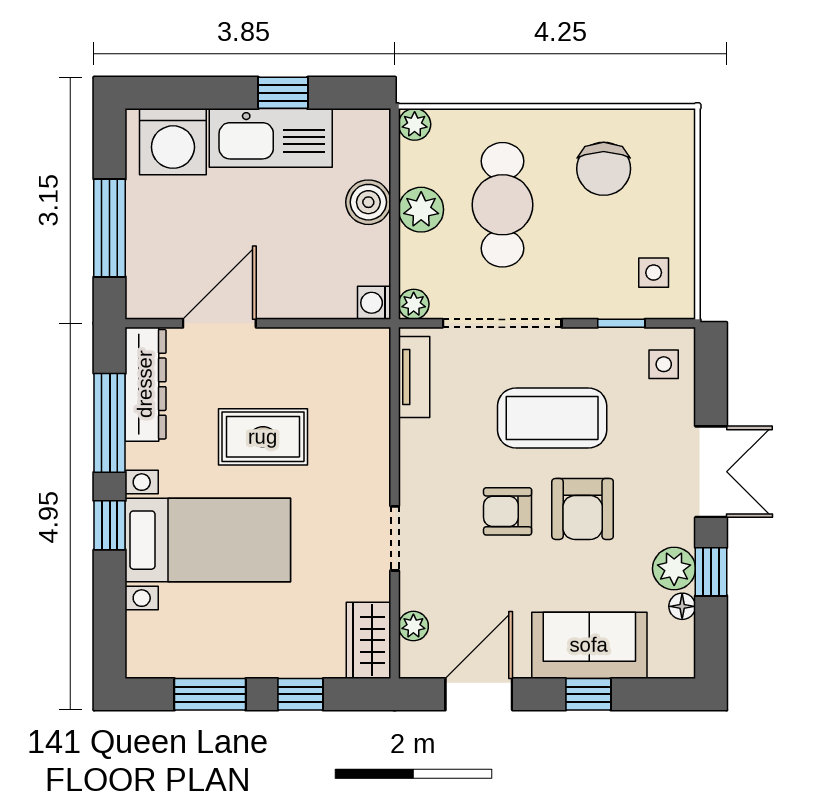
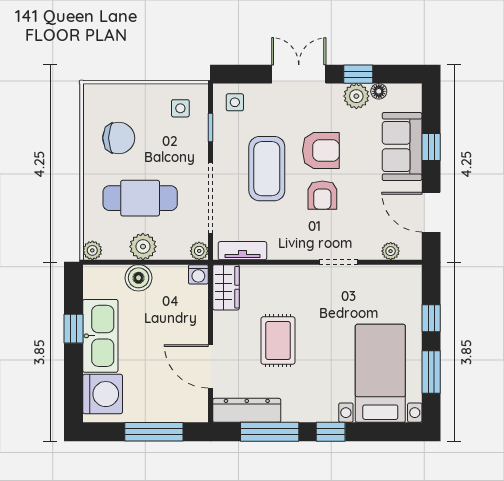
bed with nightstands: (208, 540) -> (380, 373), moved
wardrobe: (369, 640) -> (226, 287), moved, turned -90

